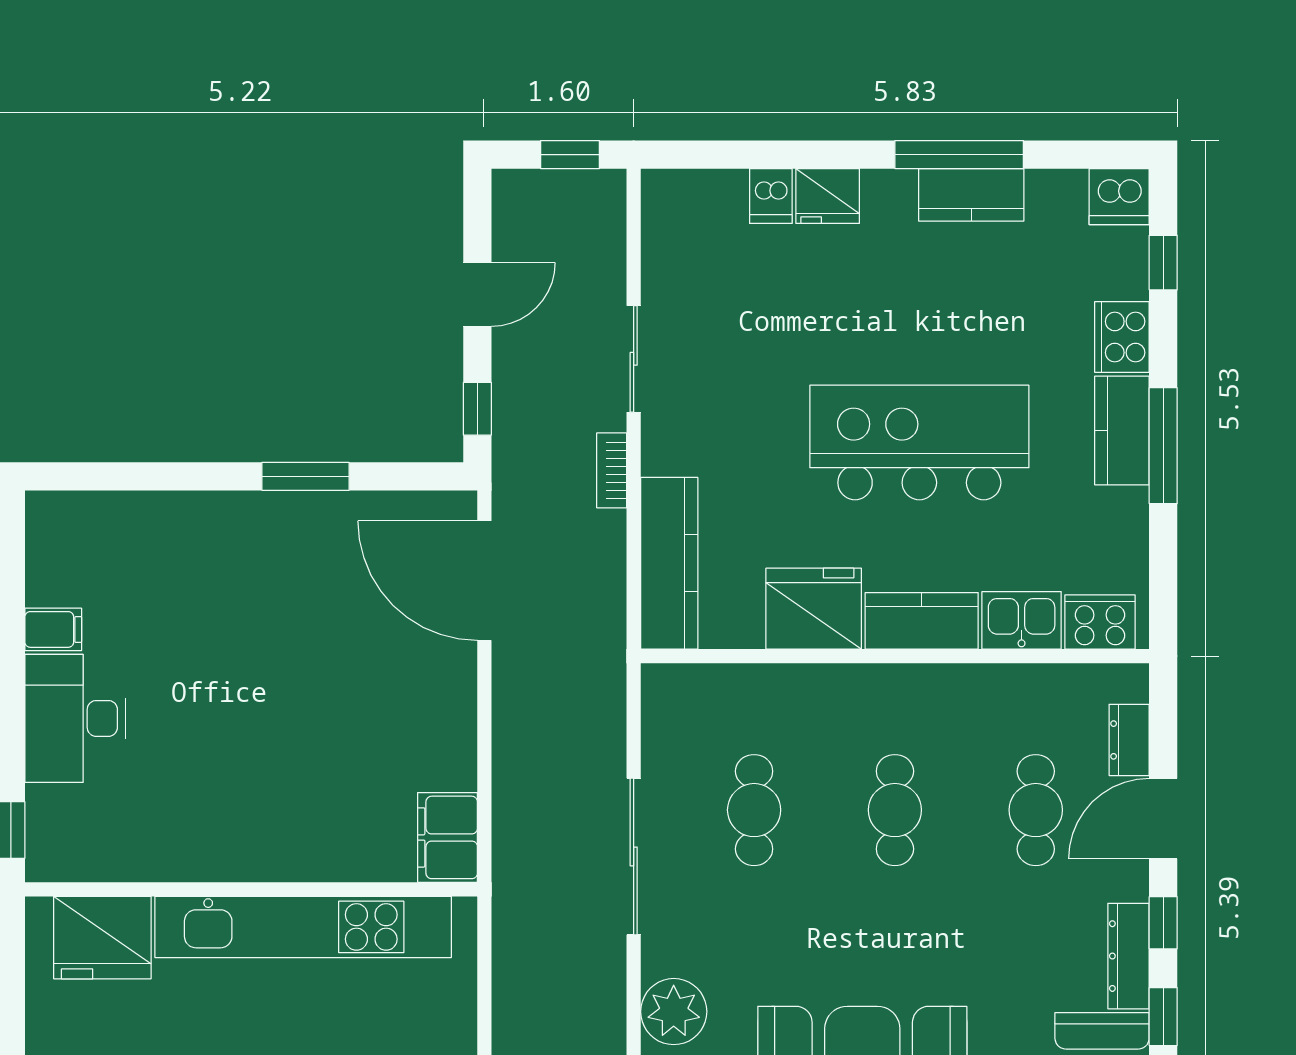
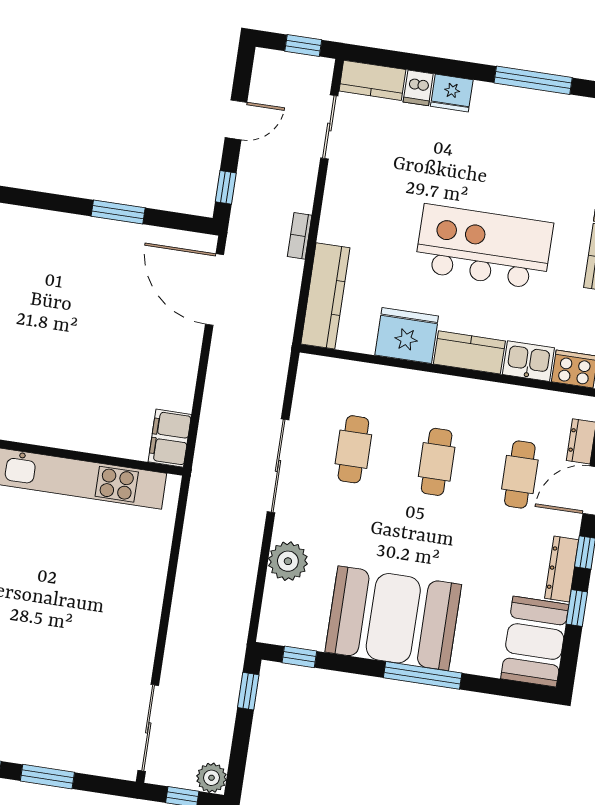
kitchen counter: (971, 195) -> (372, 80), moved
sliding door: (634, 359) -> (329, 127), moved

